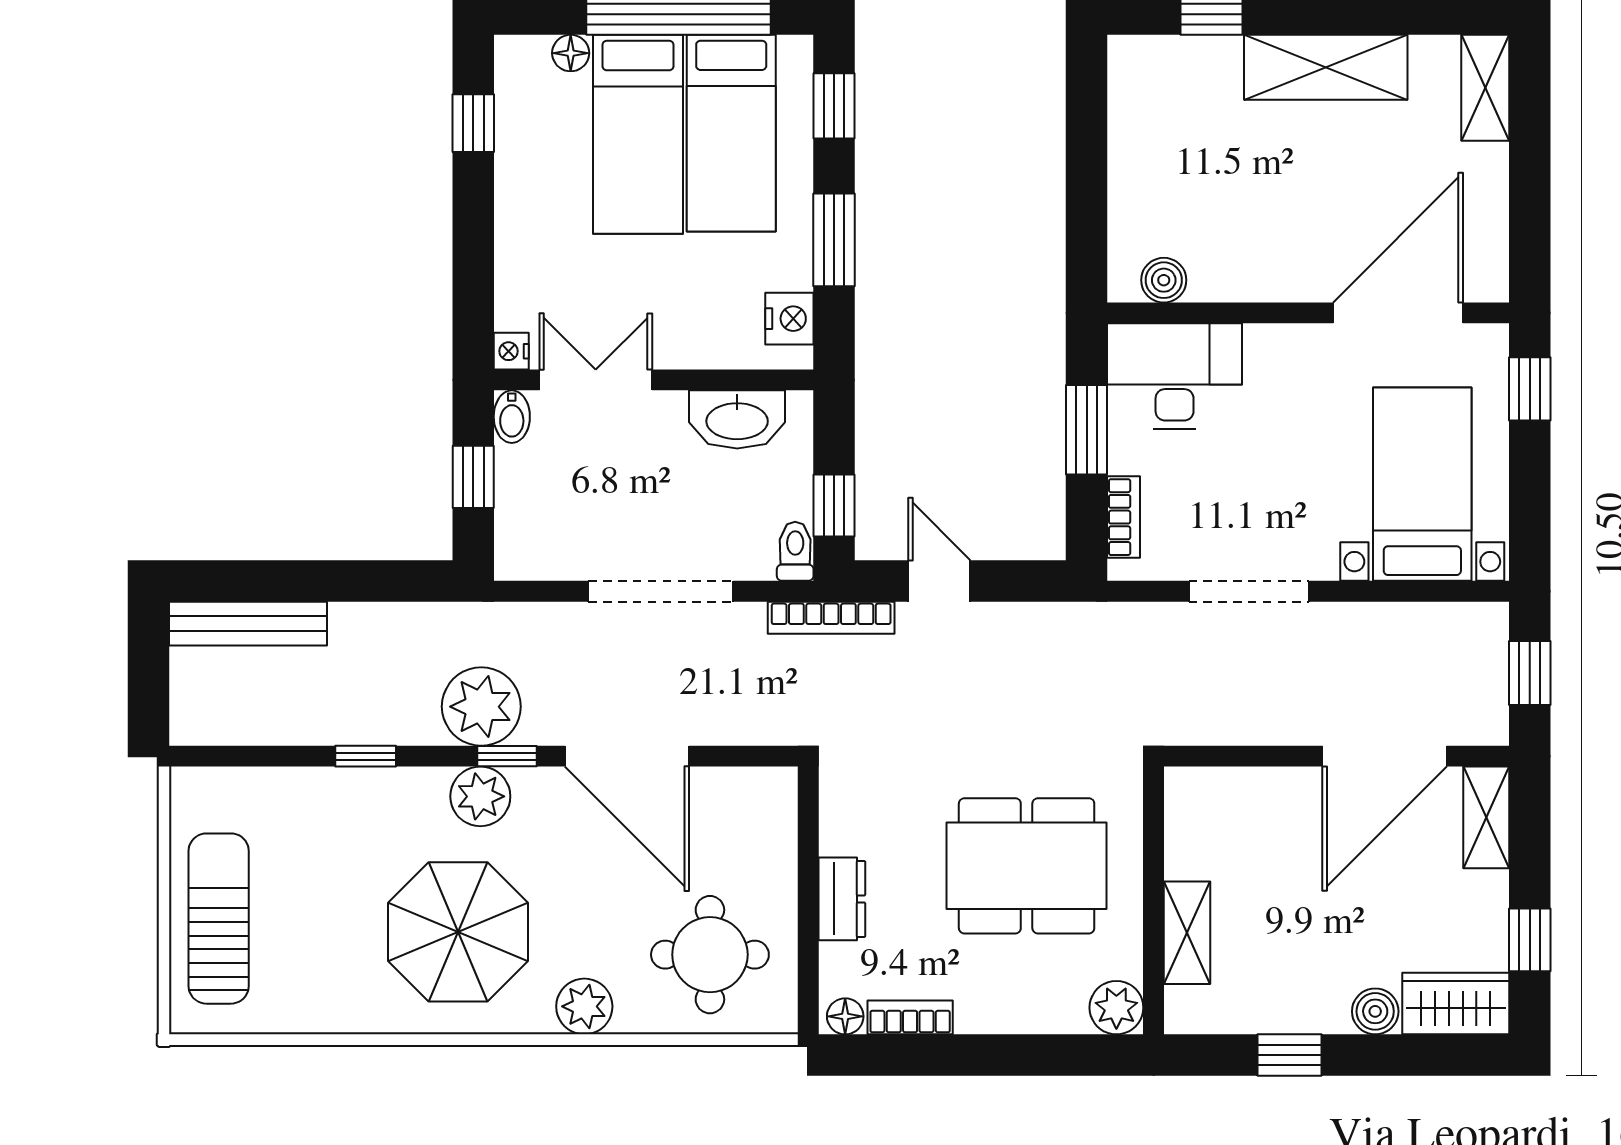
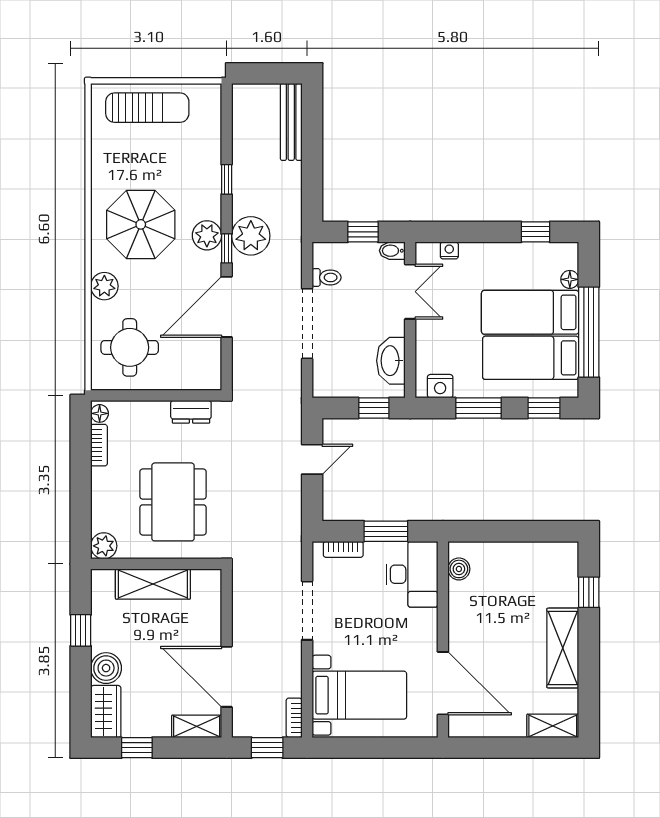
nightstand: (511, 351) -> (449, 250), moved
window: (1530, 389) -> (406, 748), removed
window: (834, 506) -> (374, 408), moved
toilet: (795, 551) -> (327, 277), moved
bookcase: (831, 618) -> (294, 718), moved, width x0.64
dresser: (842, 899) -> (191, 412), moved
shelving: (1187, 933) -> (153, 584), width x1.50, depth x1.33
boiler: (1375, 1011) -> (106, 668), width x1.36, depth x1.36

